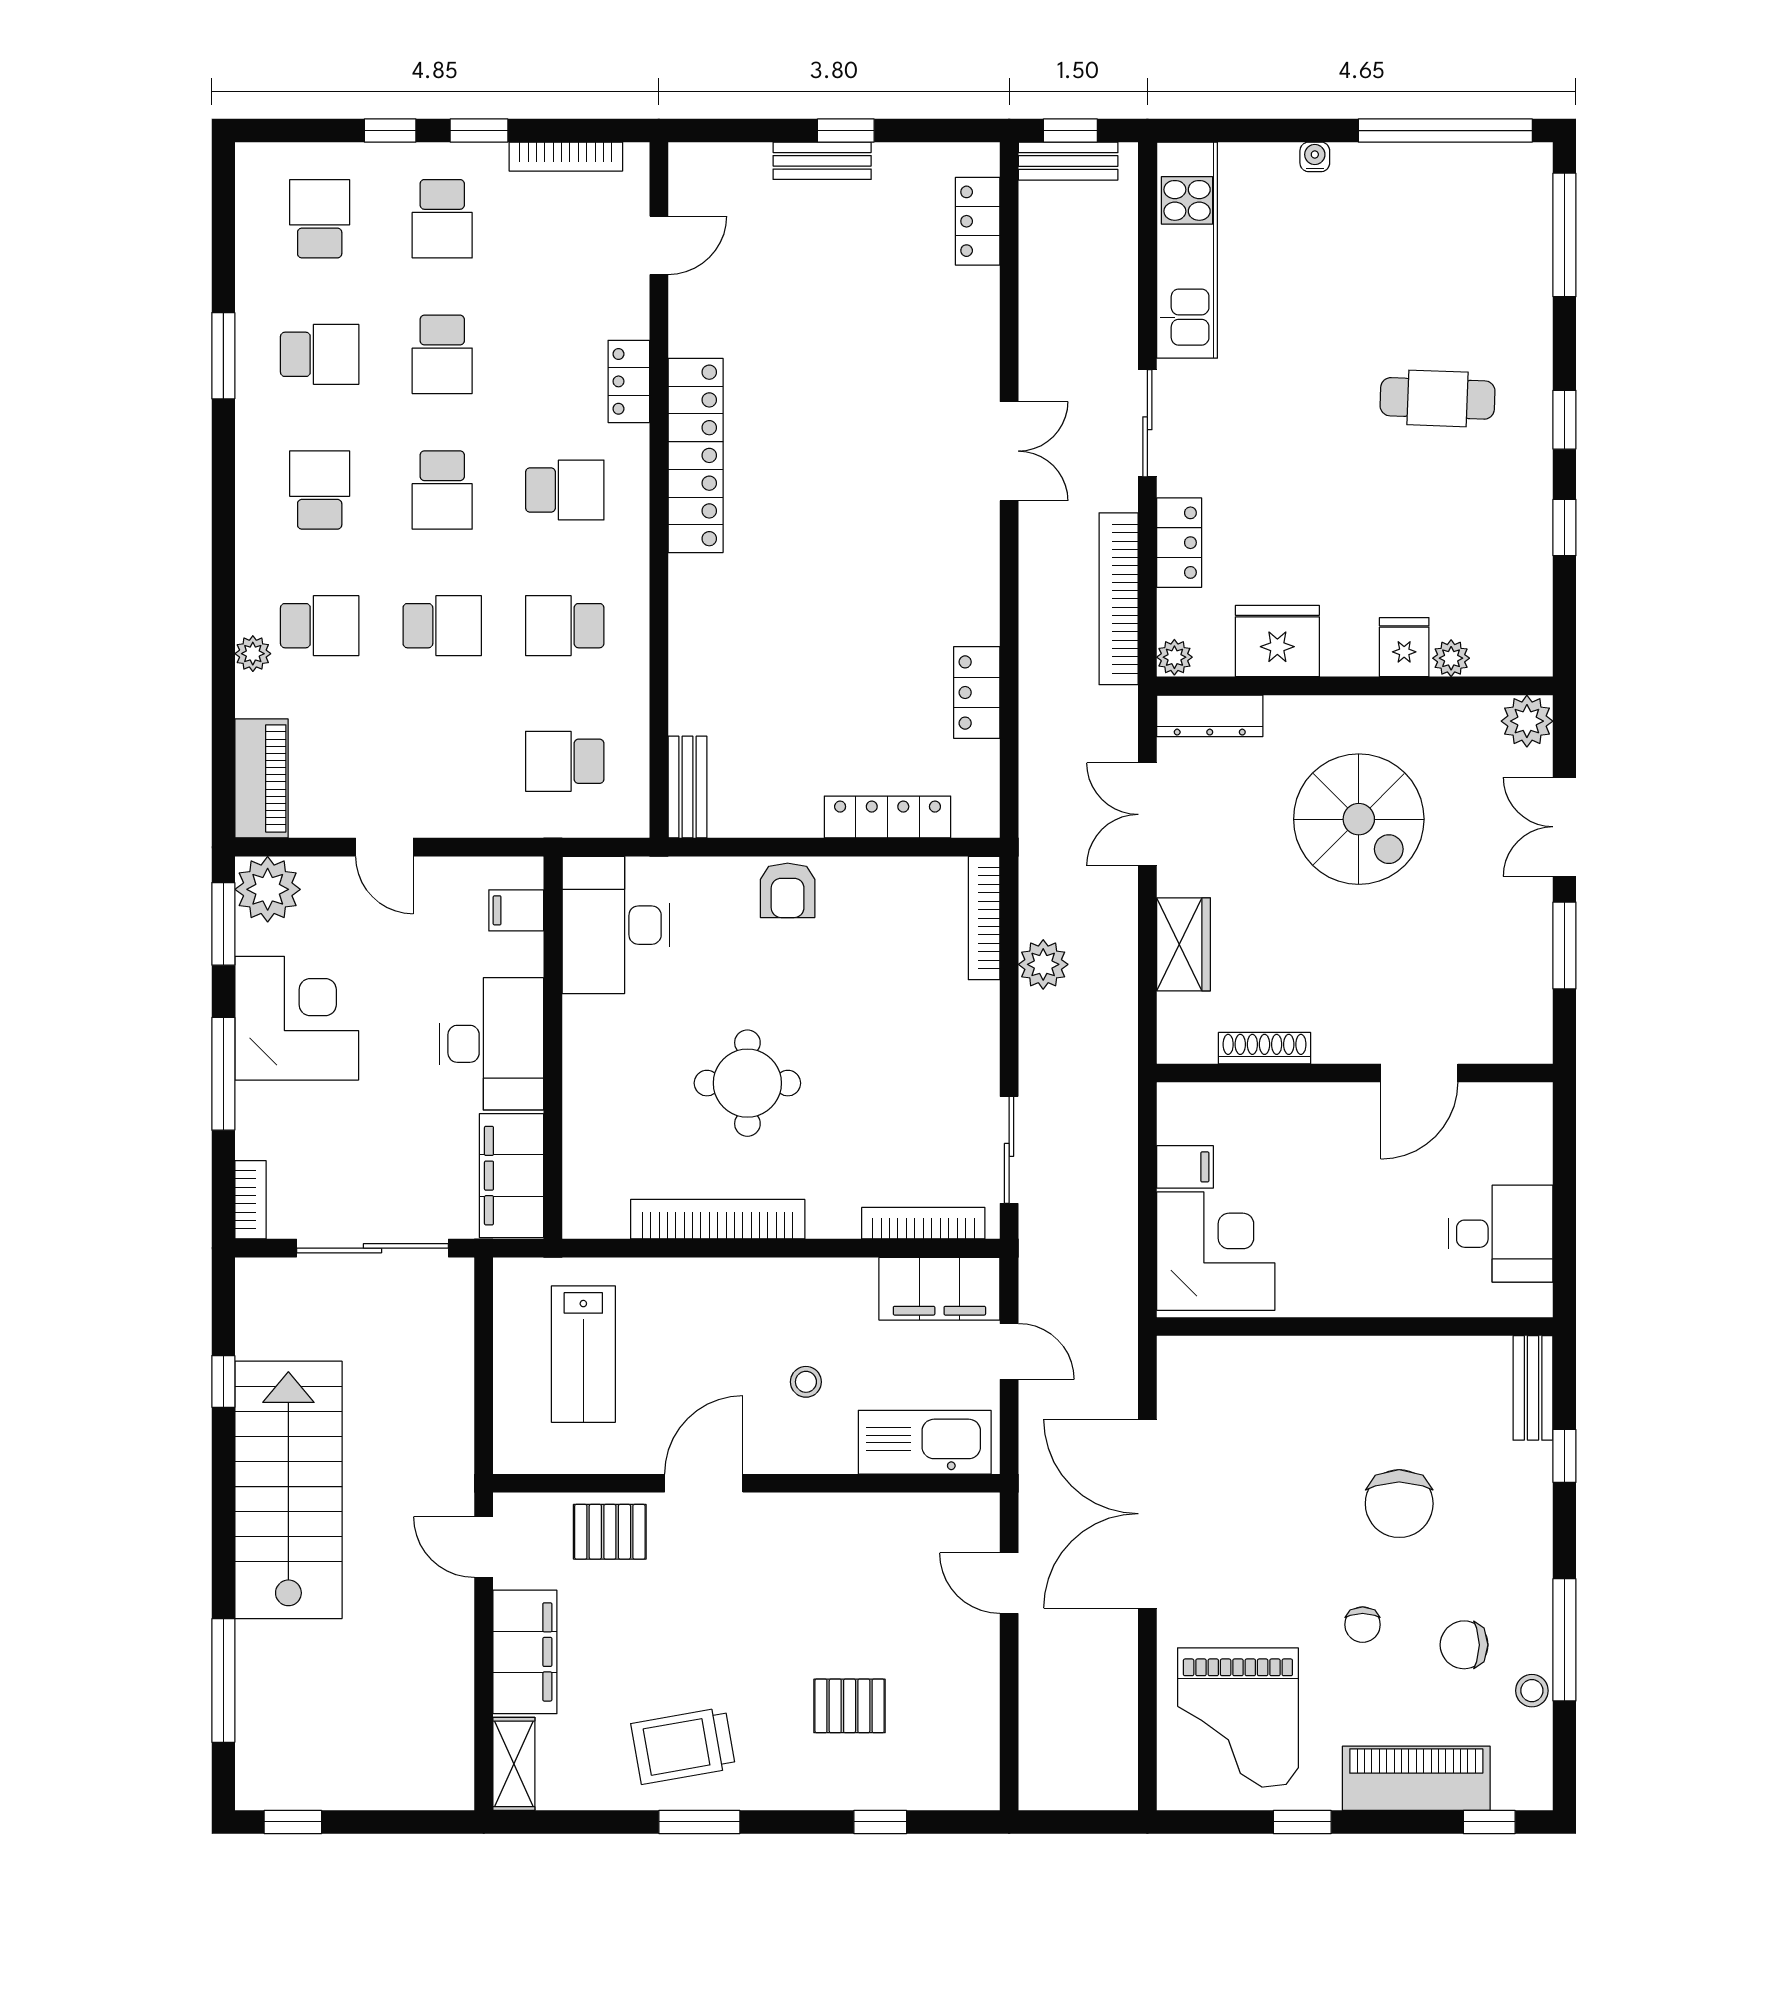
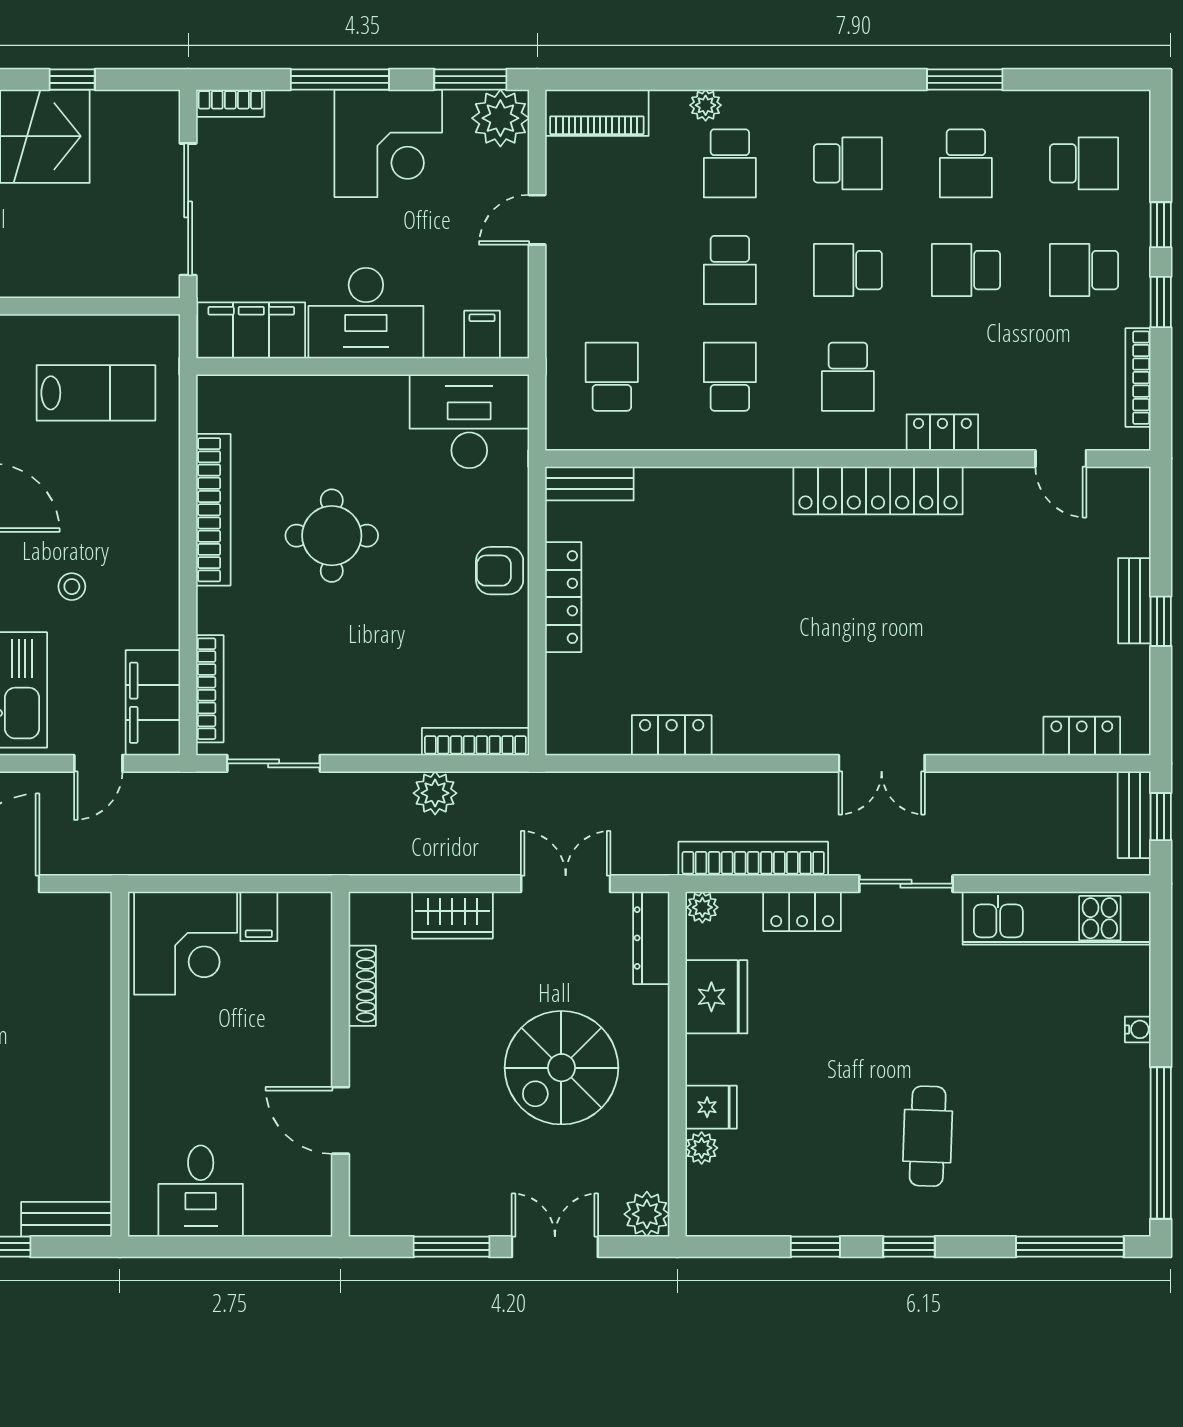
locker: (888, 817) -> (563, 597), moved
lab bench: (583, 1354) -> (96, 393), turned 180

